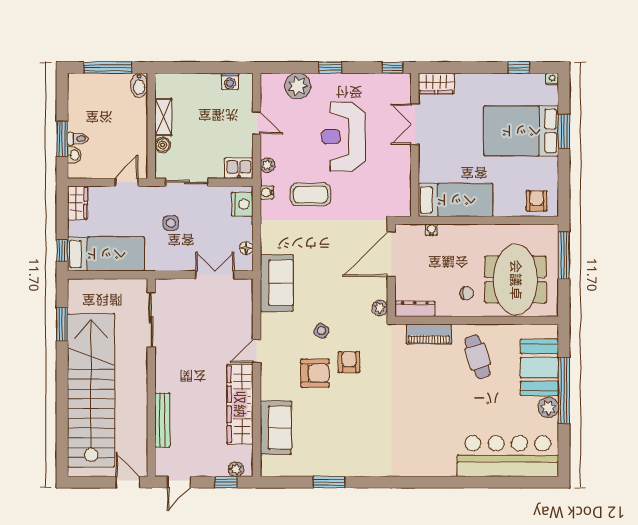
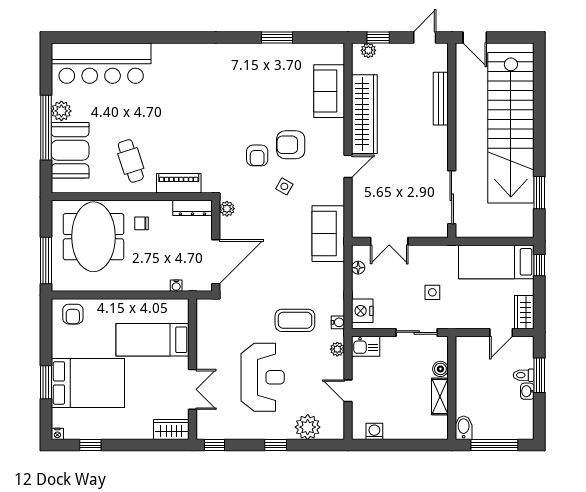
washbasin: (74, 155) -> (527, 391), moved
door: (127, 182) -> (501, 332), moved
bed: (456, 200) -> (152, 340), moved

